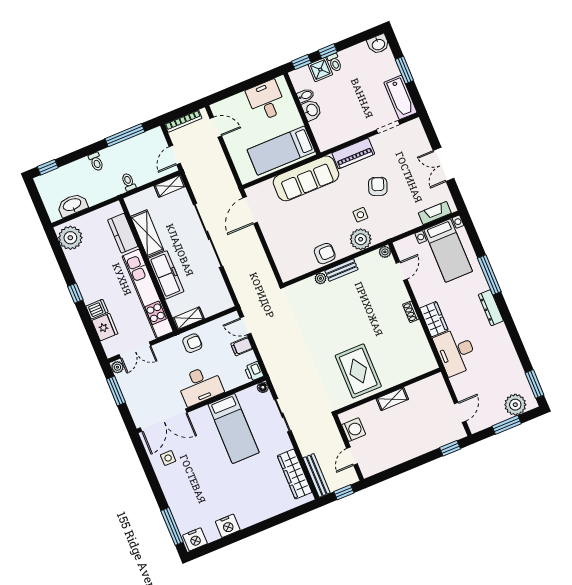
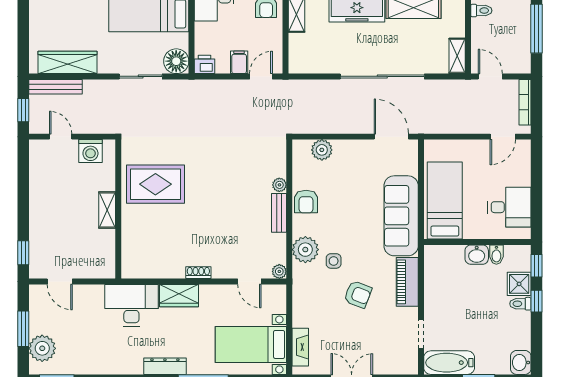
plant: (281, 258) -> (322, 150), added
floor lamp: (263, 387) -> (176, 61), width x1.89, depth x1.89

